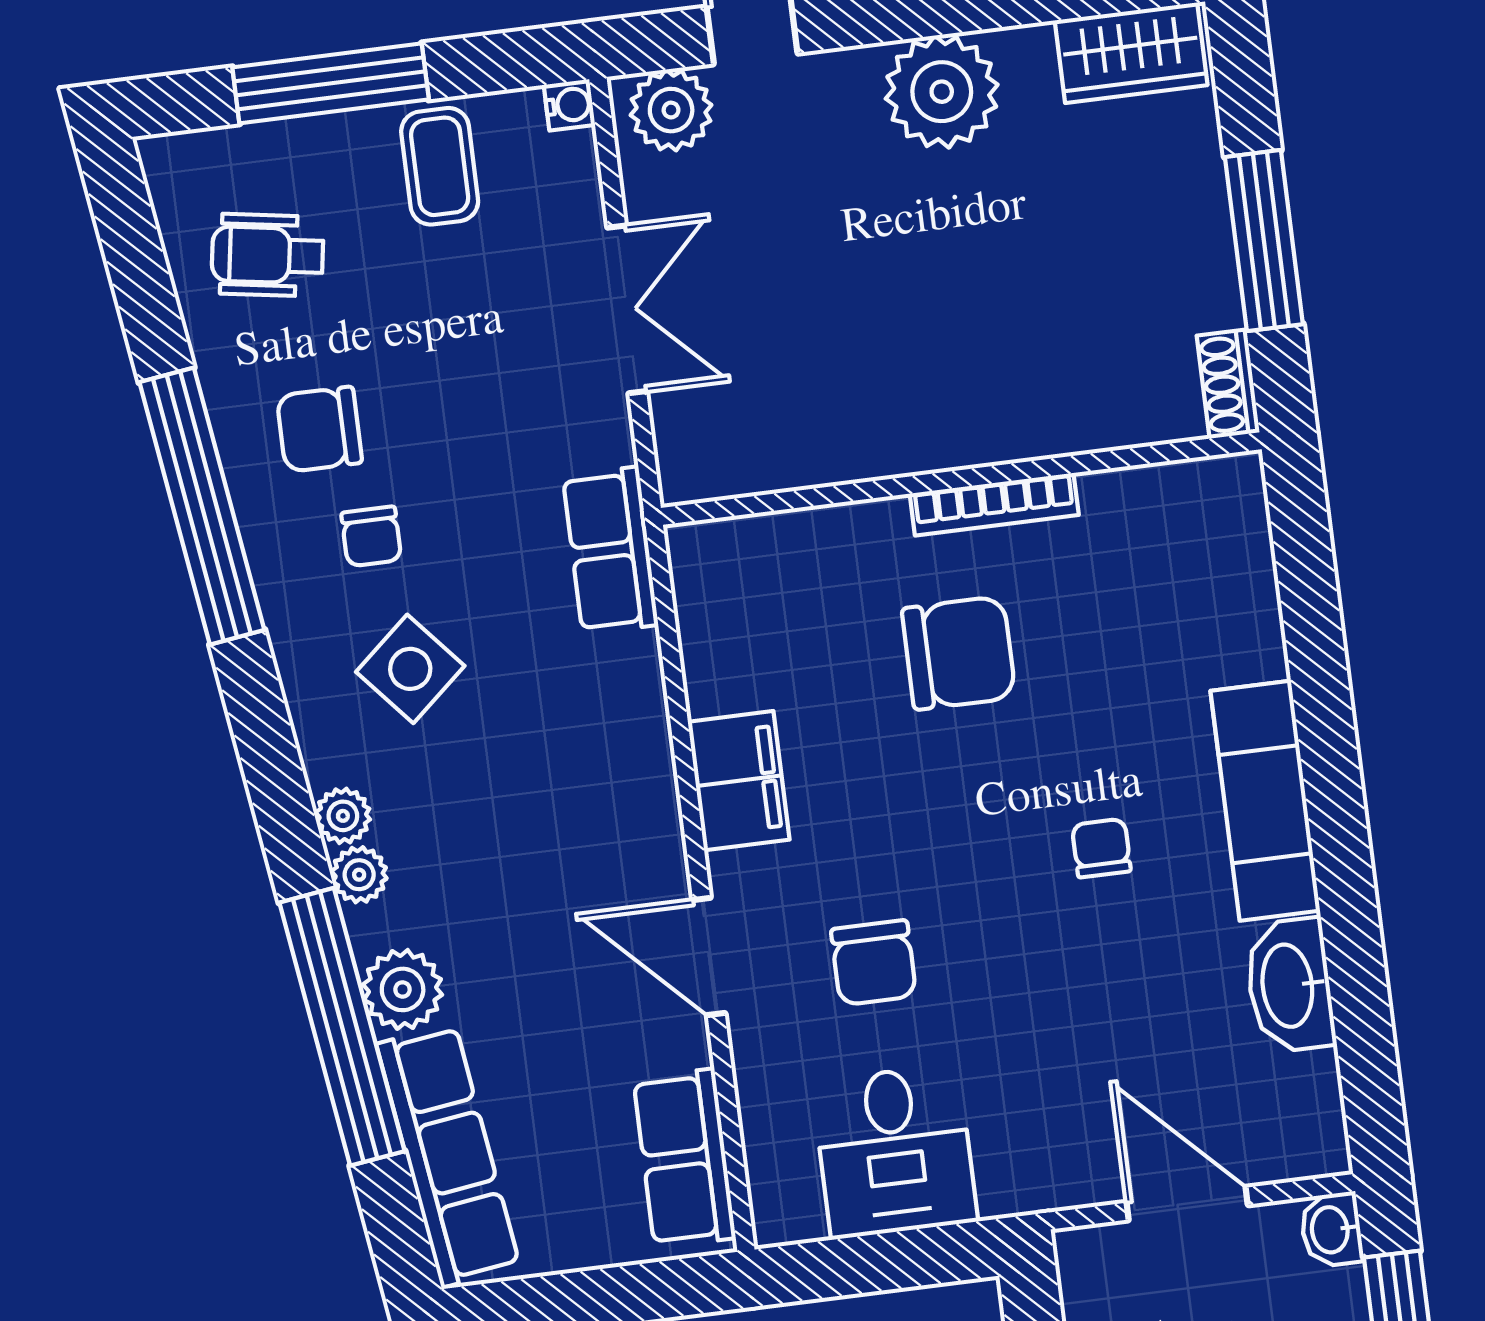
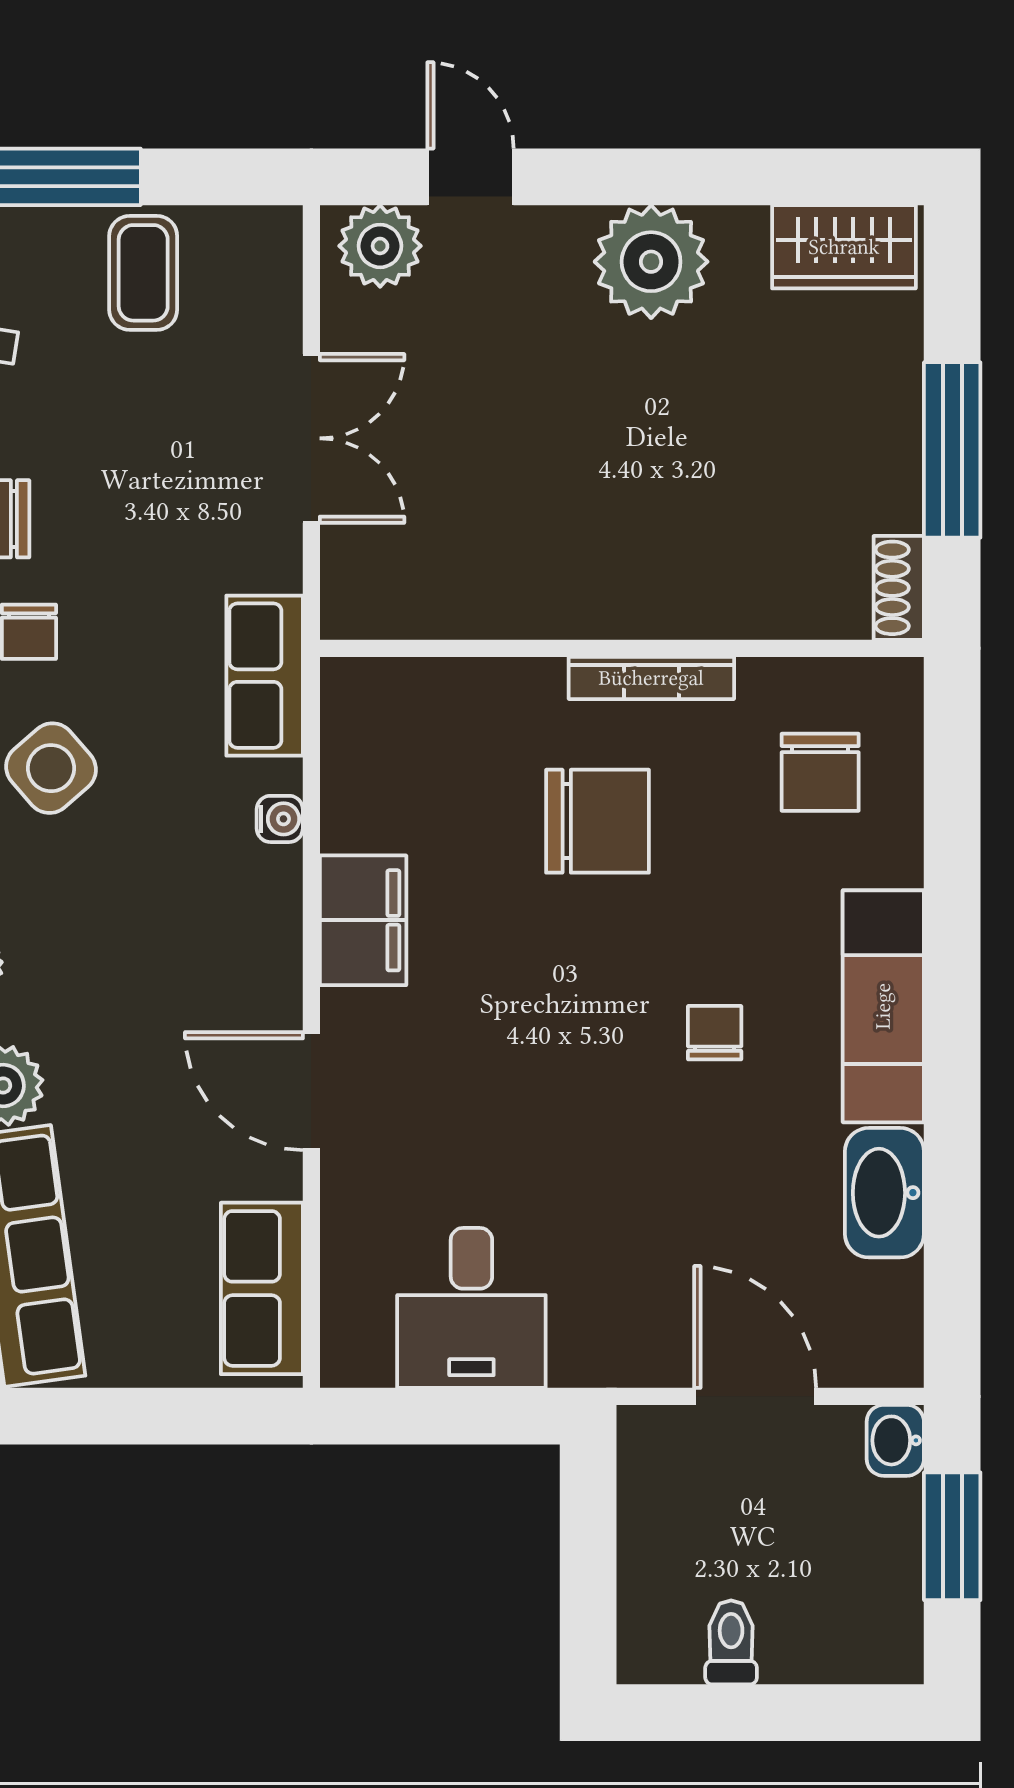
water cooler: (569, 105) -> (280, 819), moved
chair: (874, 963) -> (820, 772), moved

